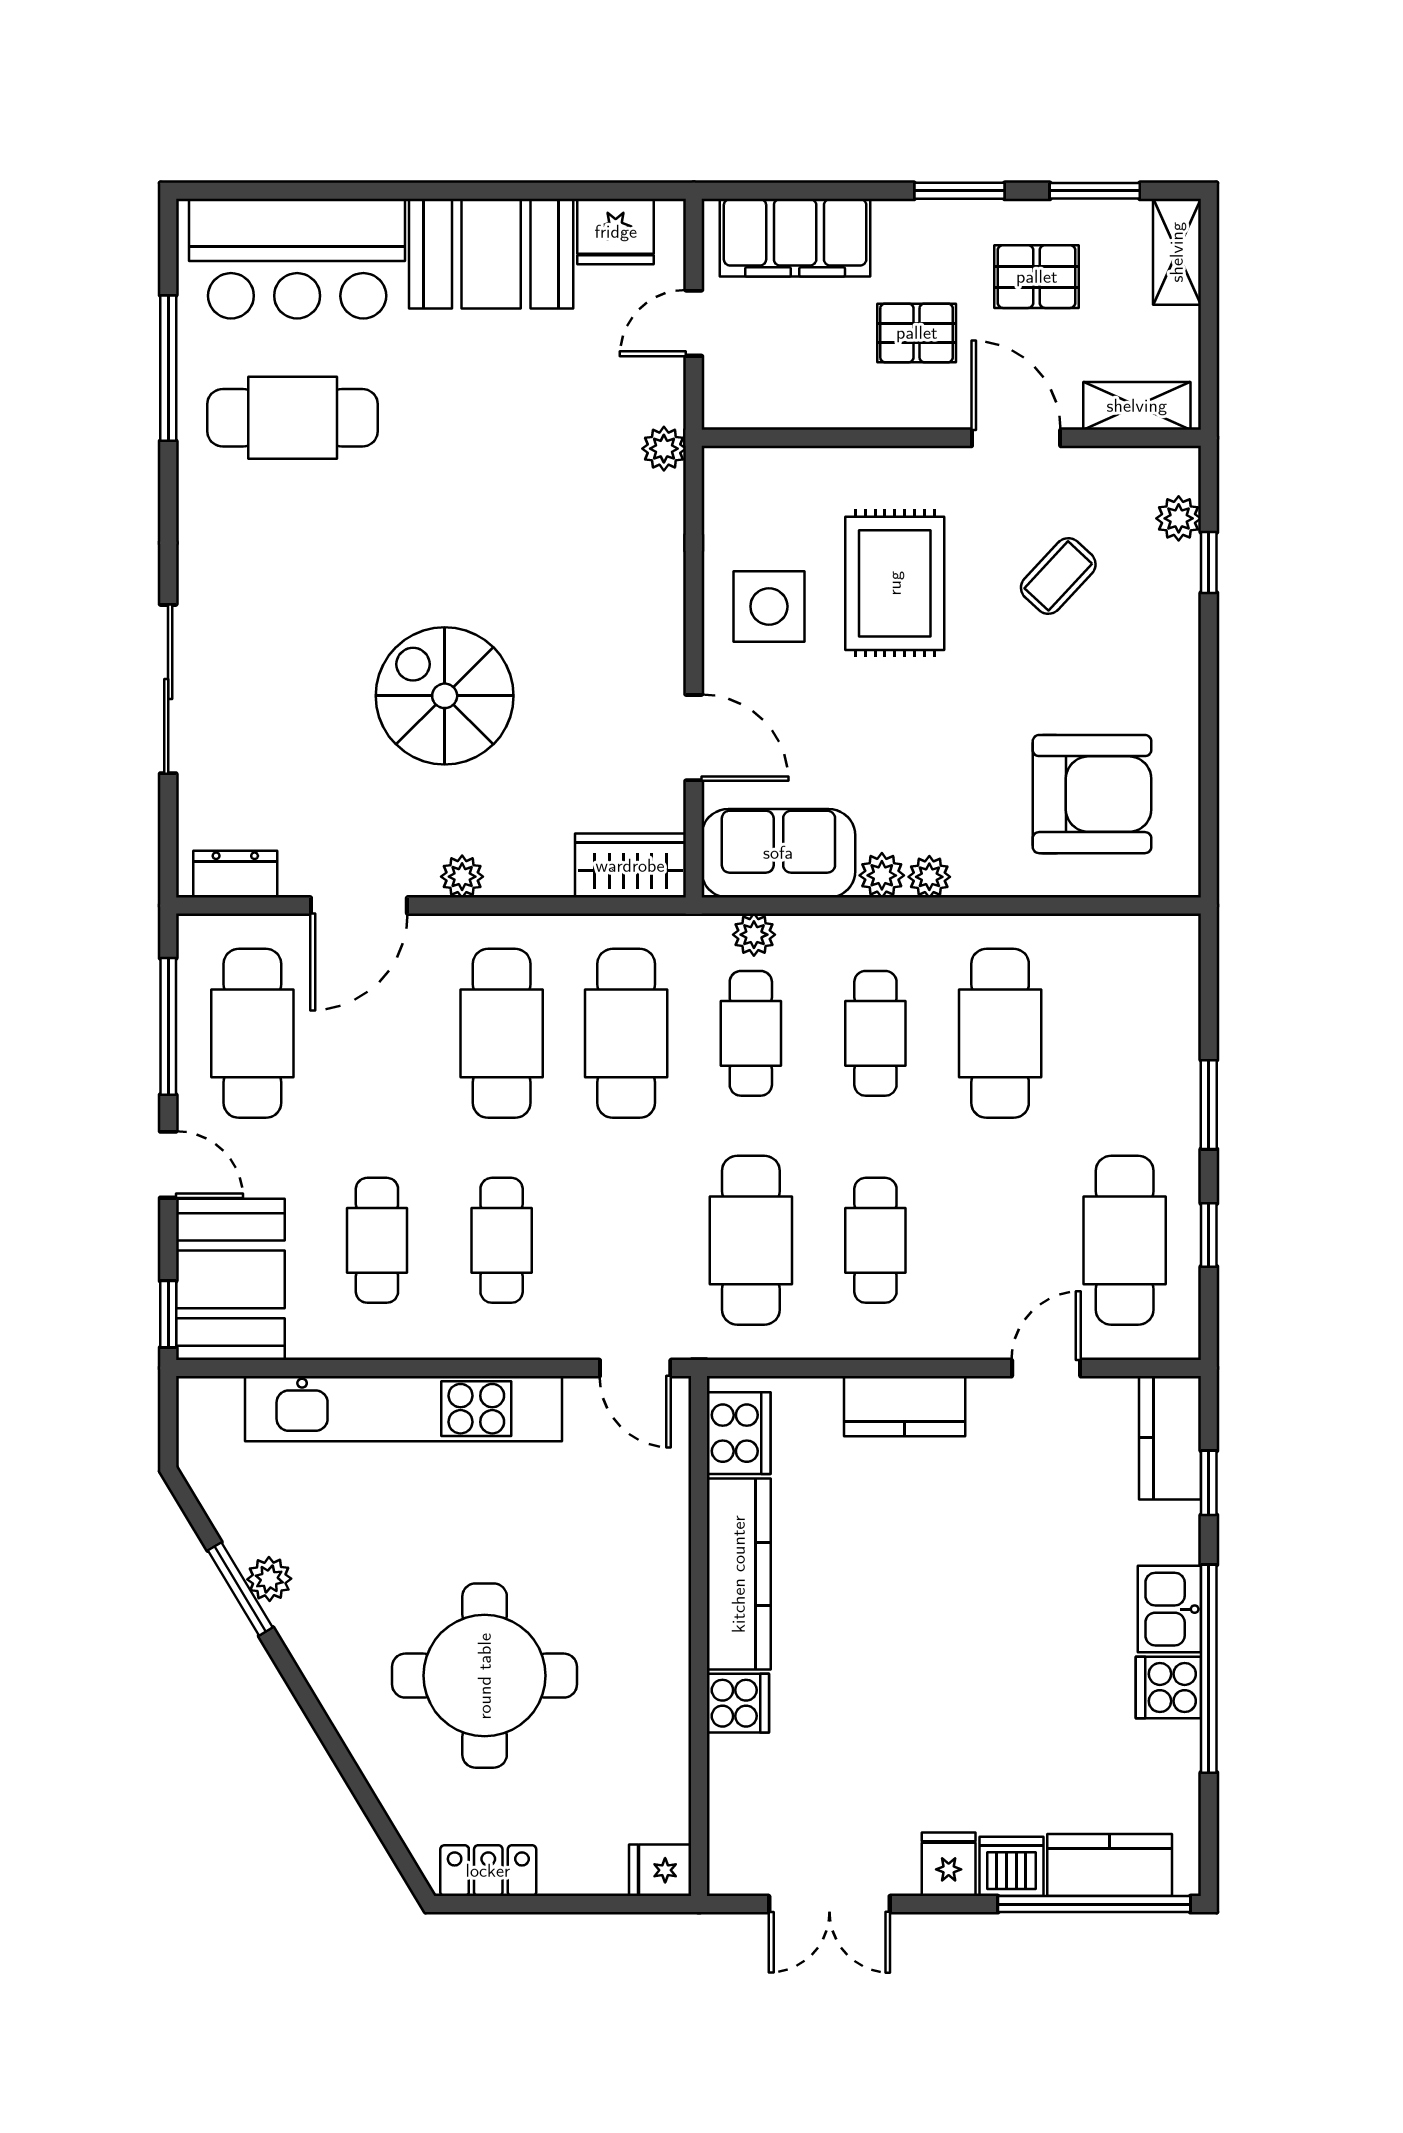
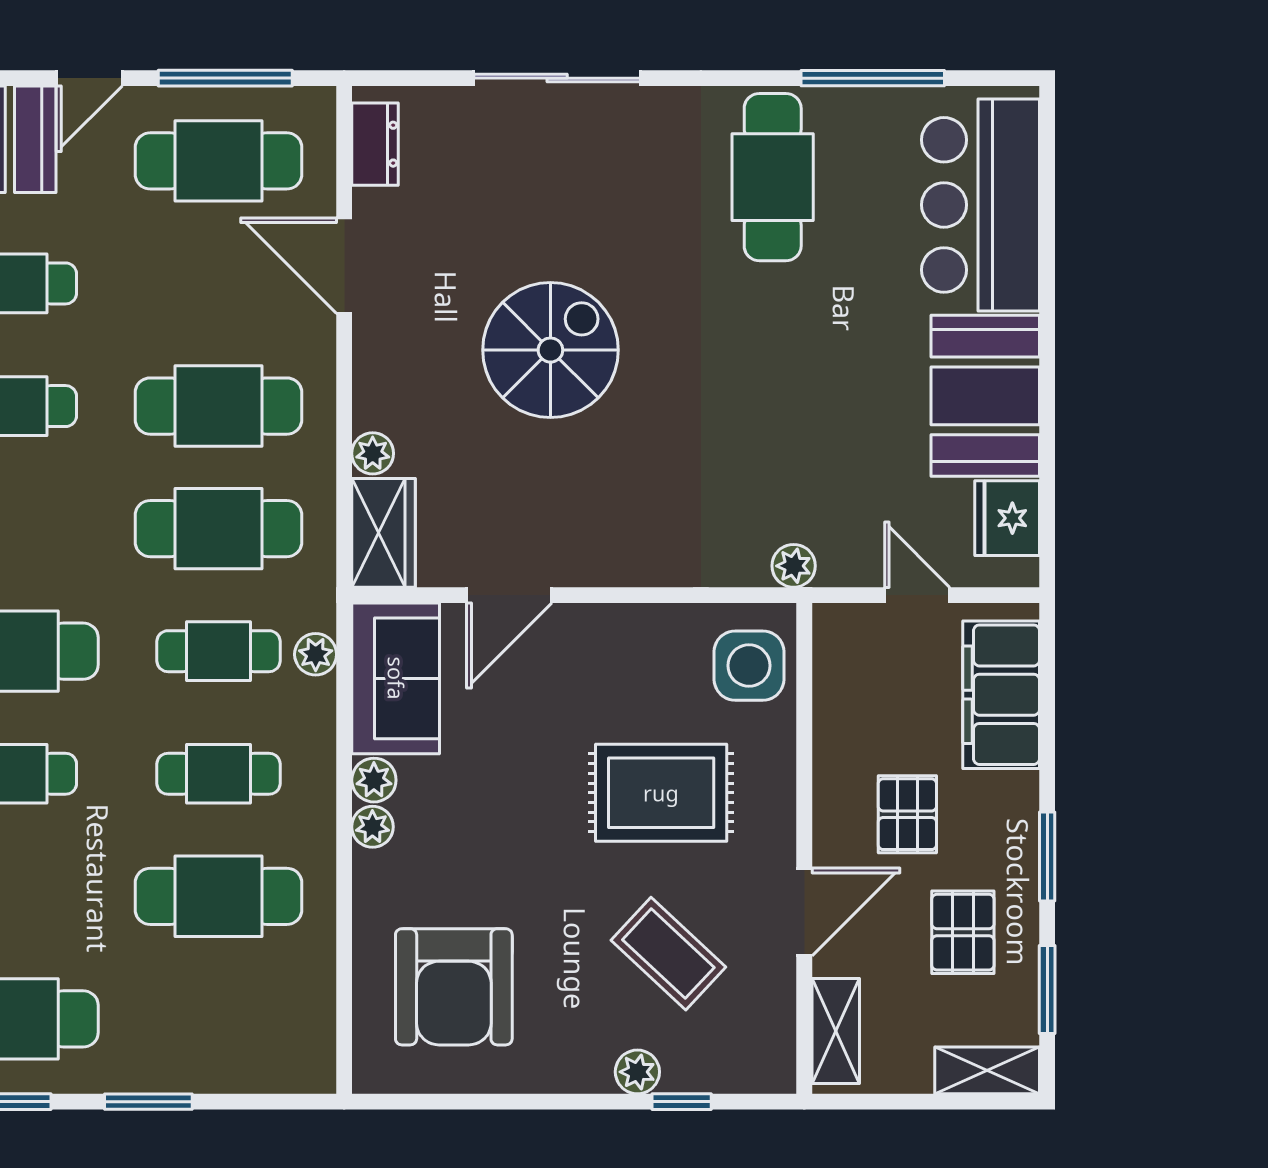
cafe table: (293, 418) -> (773, 177), moved
plant: (1179, 518) -> (637, 1072), moved
coffee table: (1058, 576) -> (668, 954), width x1.36, depth x1.30
side table: (769, 606) -> (749, 666), moved
plant: (462, 877) -> (373, 453), moved

